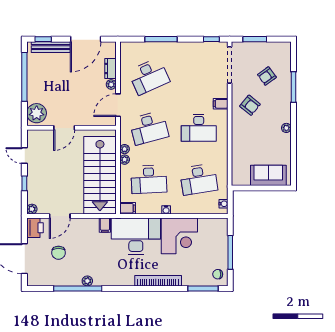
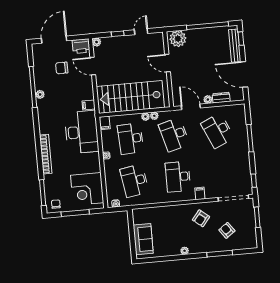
corner desk: (179, 236) -> (87, 189), moved

